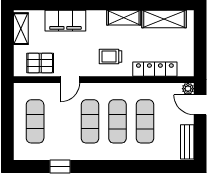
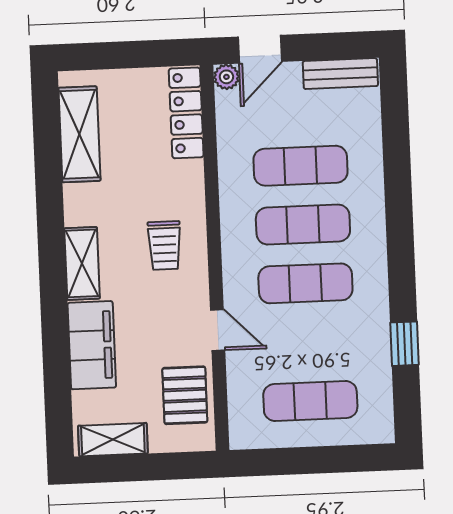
shelving: (124, 18) -> (82, 263), moved
locker: (155, 69) -> (186, 113), moved

